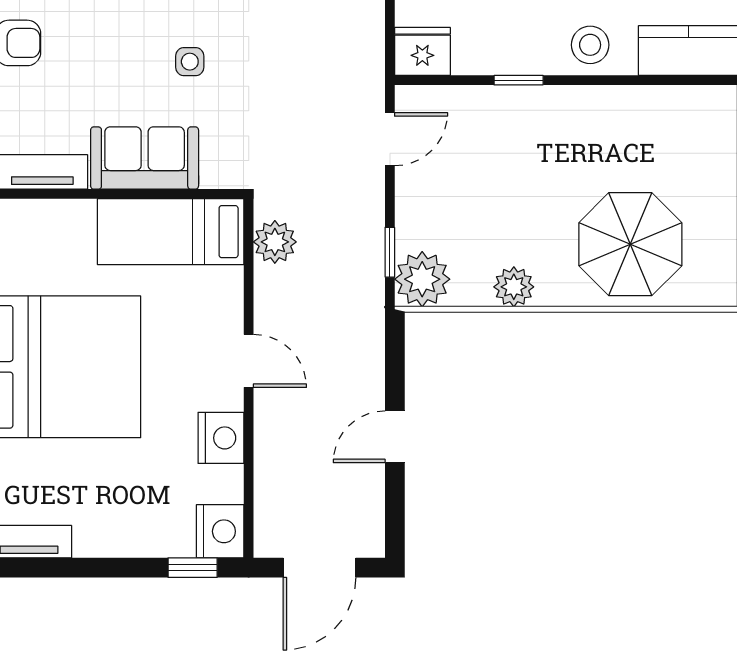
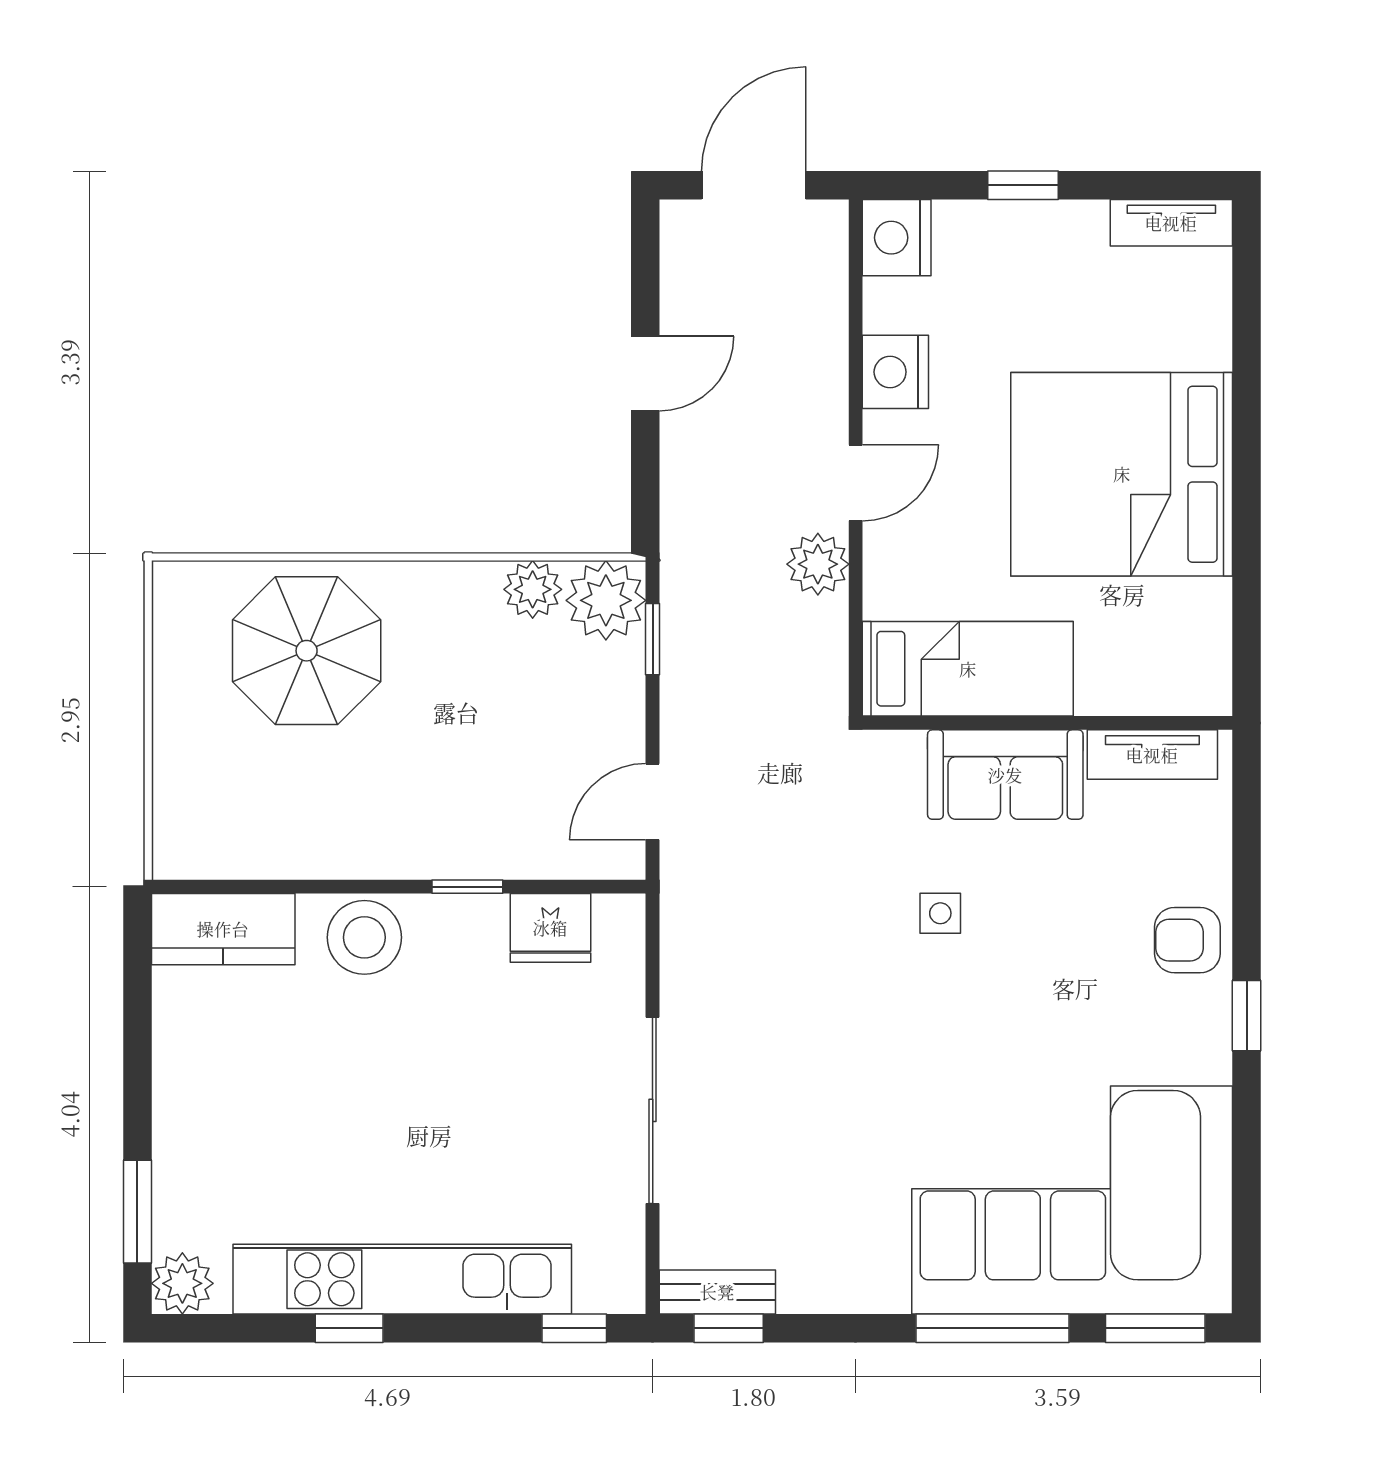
stool: (590, 45) -> (364, 937), width x1.38, depth x1.38
fridge: (422, 51) -> (550, 928), moved
plant: (275, 242) -> (818, 564), moved
plant: (514, 287) -> (533, 589), moved
door: (249, 361) -> (856, 483), swing flipped
window: (193, 568) -> (1023, 185), moved

